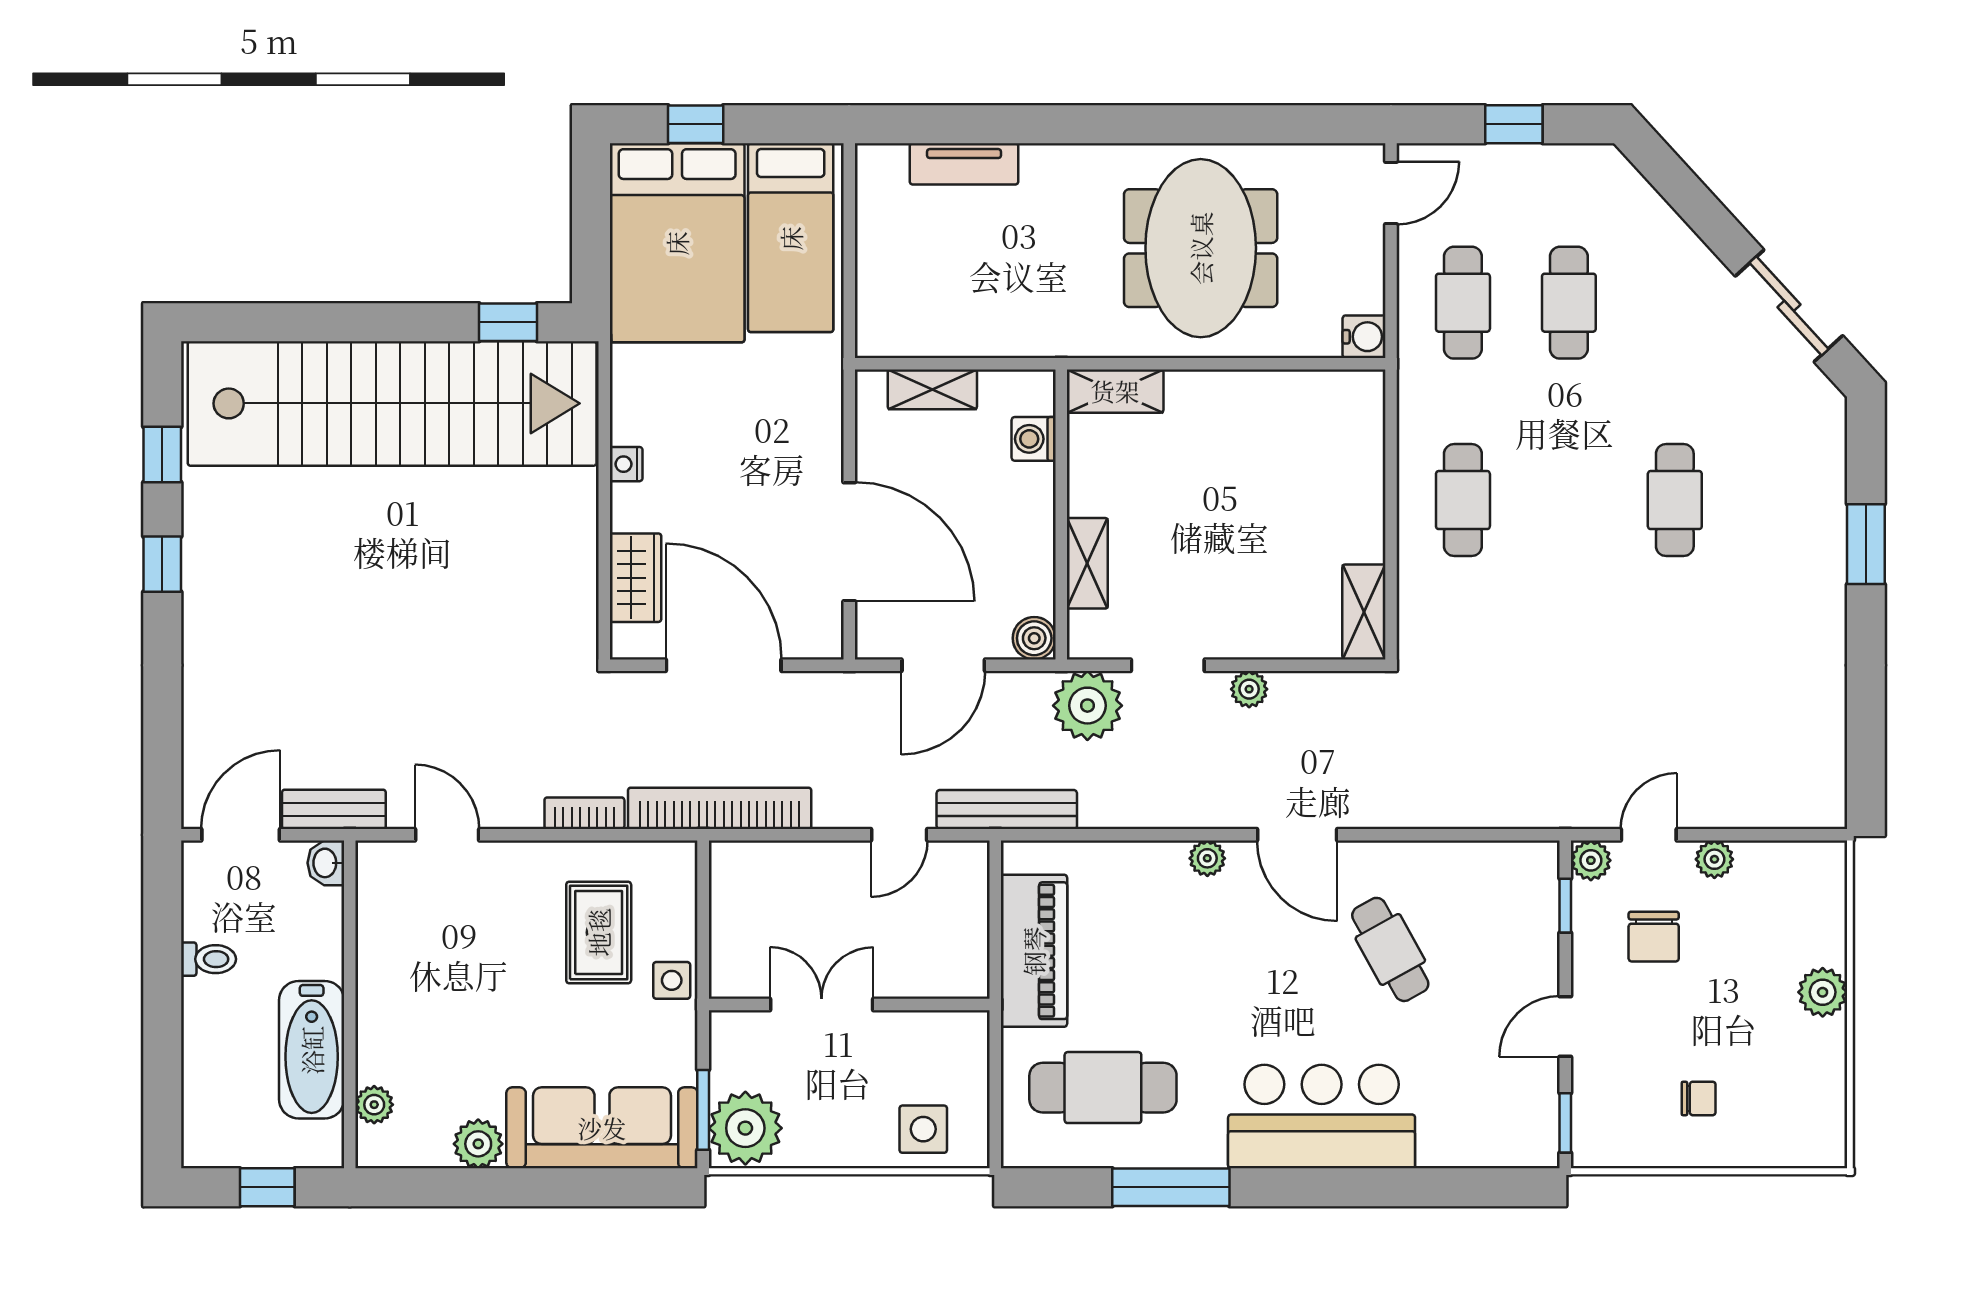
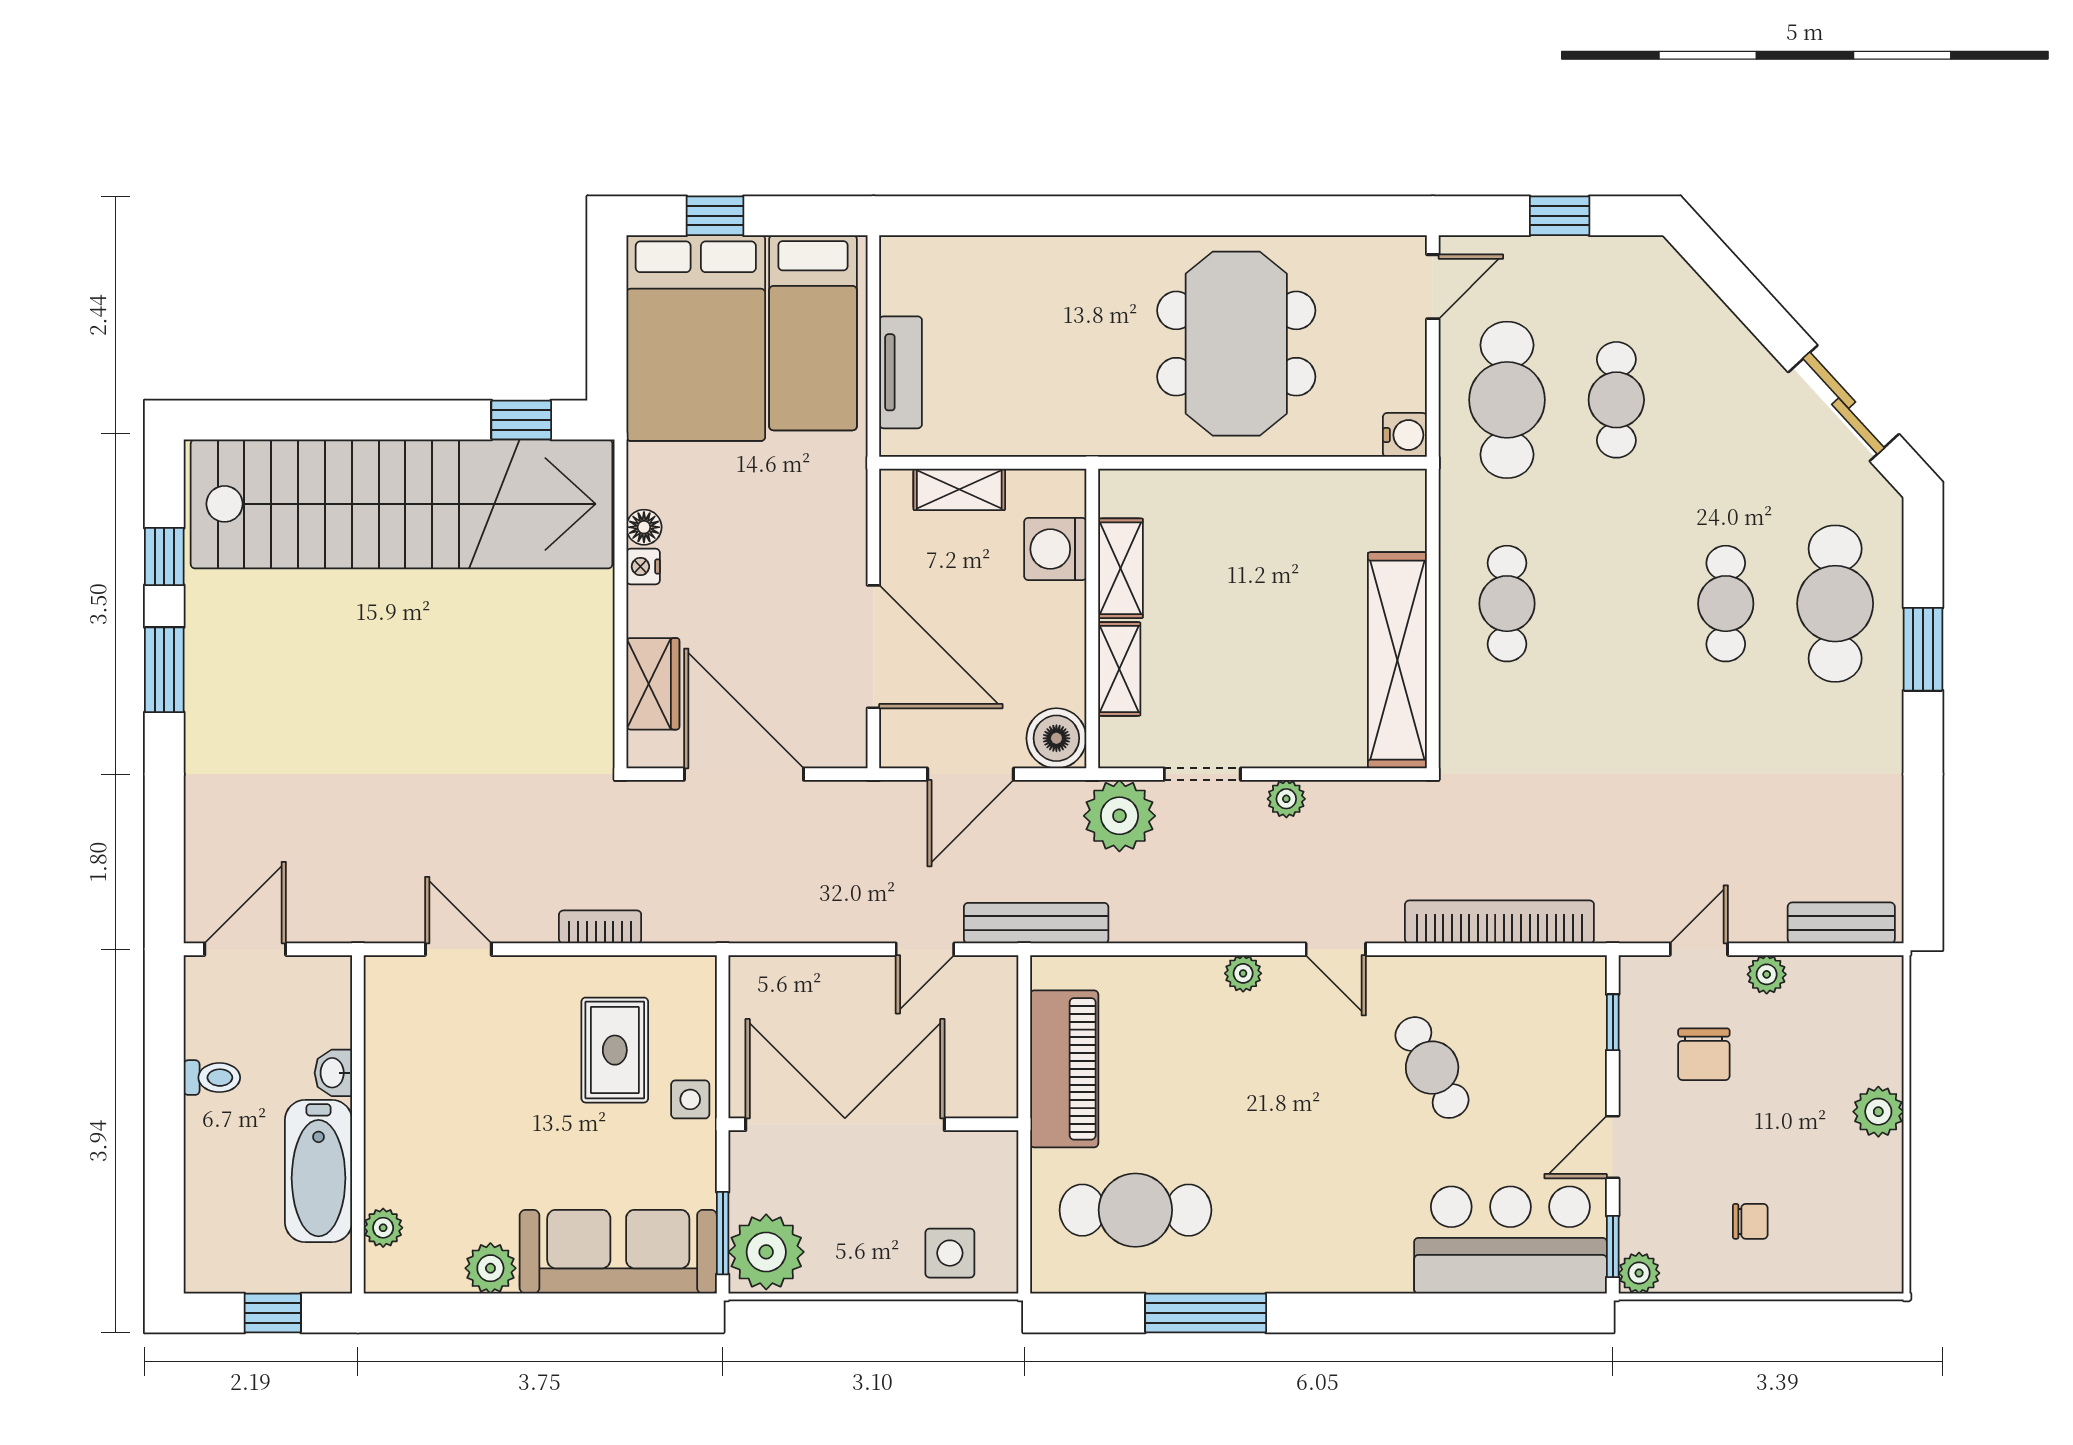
tv unit: (964, 164) -> (901, 372), moved, turned -90
cafe table: (1463, 303) -> (1507, 400), width x1.37, depth x1.35
shelving: (1115, 391) -> (1121, 568), moved, turned 90
floor lamp: (627, 426) -> (644, 527), added
washing machine: (1034, 439) -> (1055, 549), width x1.38, depth x1.38
cafe table: (1781, 500) -> (1835, 604), added
window: (162, 564) -> (164, 670), width x1.50
shelving: (1364, 612) -> (1397, 660), width x2.20, depth x1.33
boiler: (1034, 638) -> (1056, 738), width x1.36, depth x1.36
bookcase: (720, 808) -> (1499, 922), moved
bench: (334, 809) -> (1841, 923), moved
door: (1297, 835) -> (1336, 949), width x0.73
plant: (1591, 860) -> (1639, 1273), moved
washbasin: (326, 863) -> (333, 1073), moved
double door: (822, 1004) -> (845, 1124), width x1.87
bar counter: (1322, 1117) -> (1510, 1240), moved

